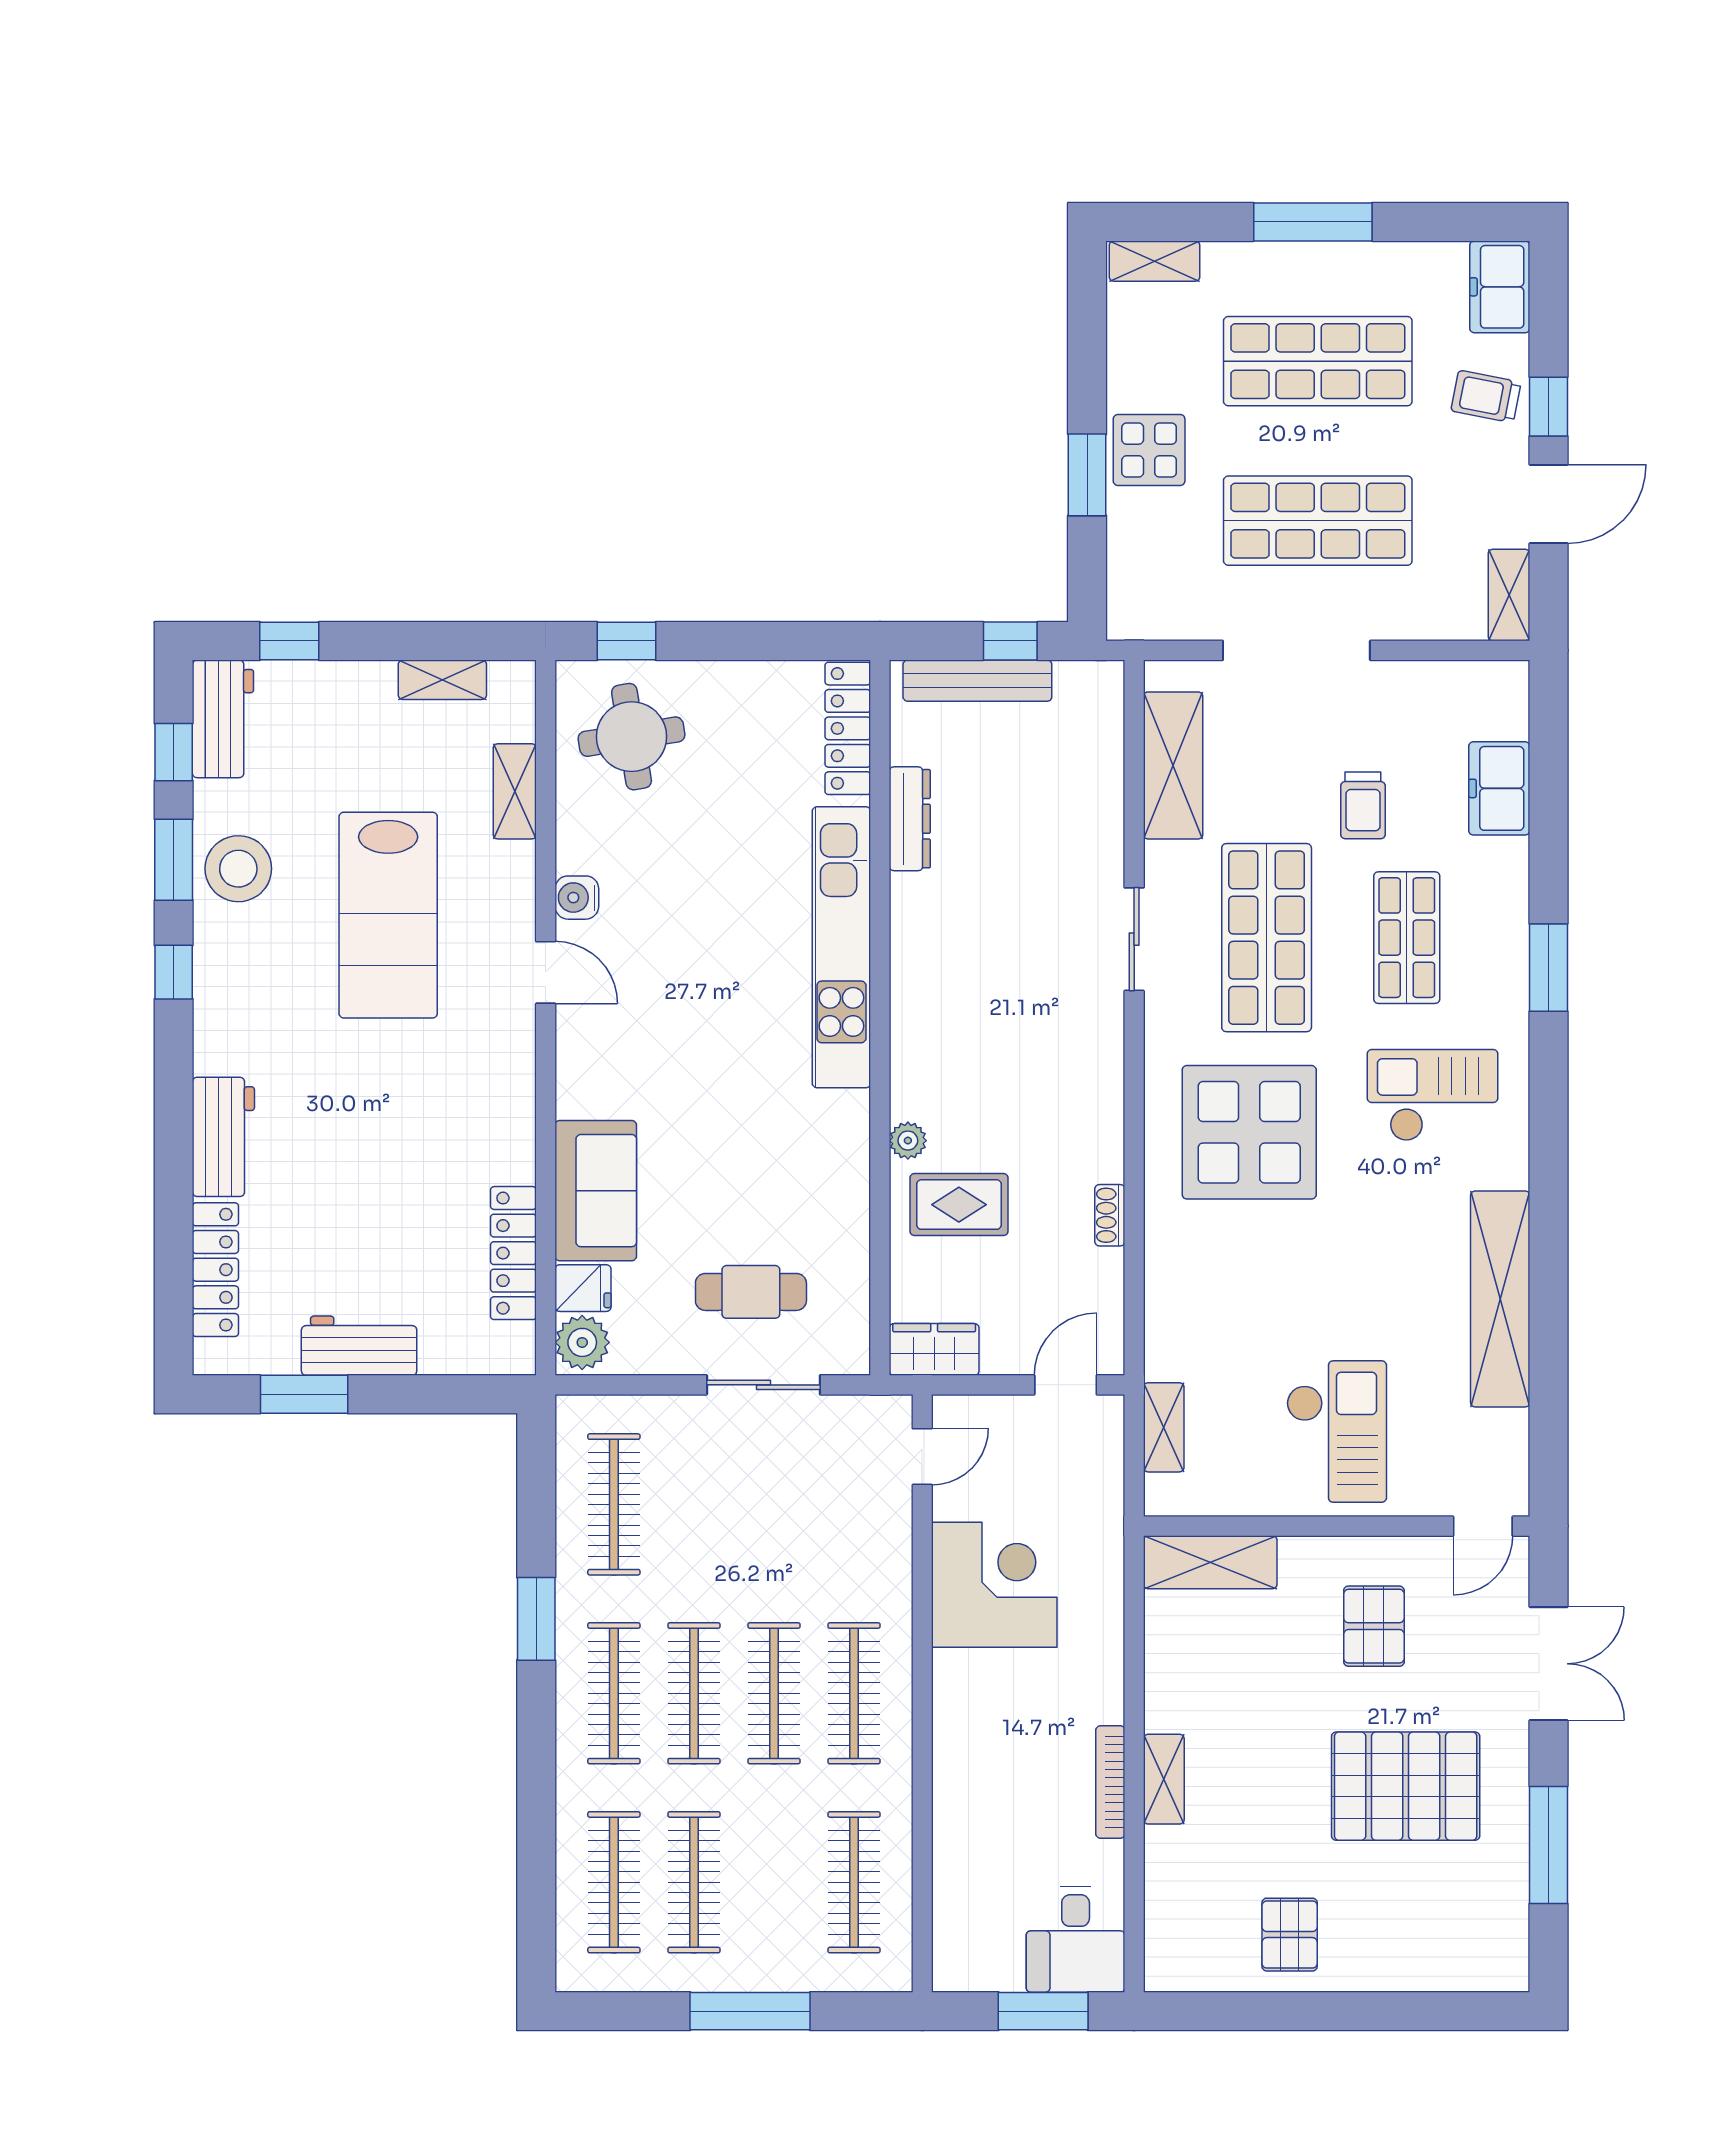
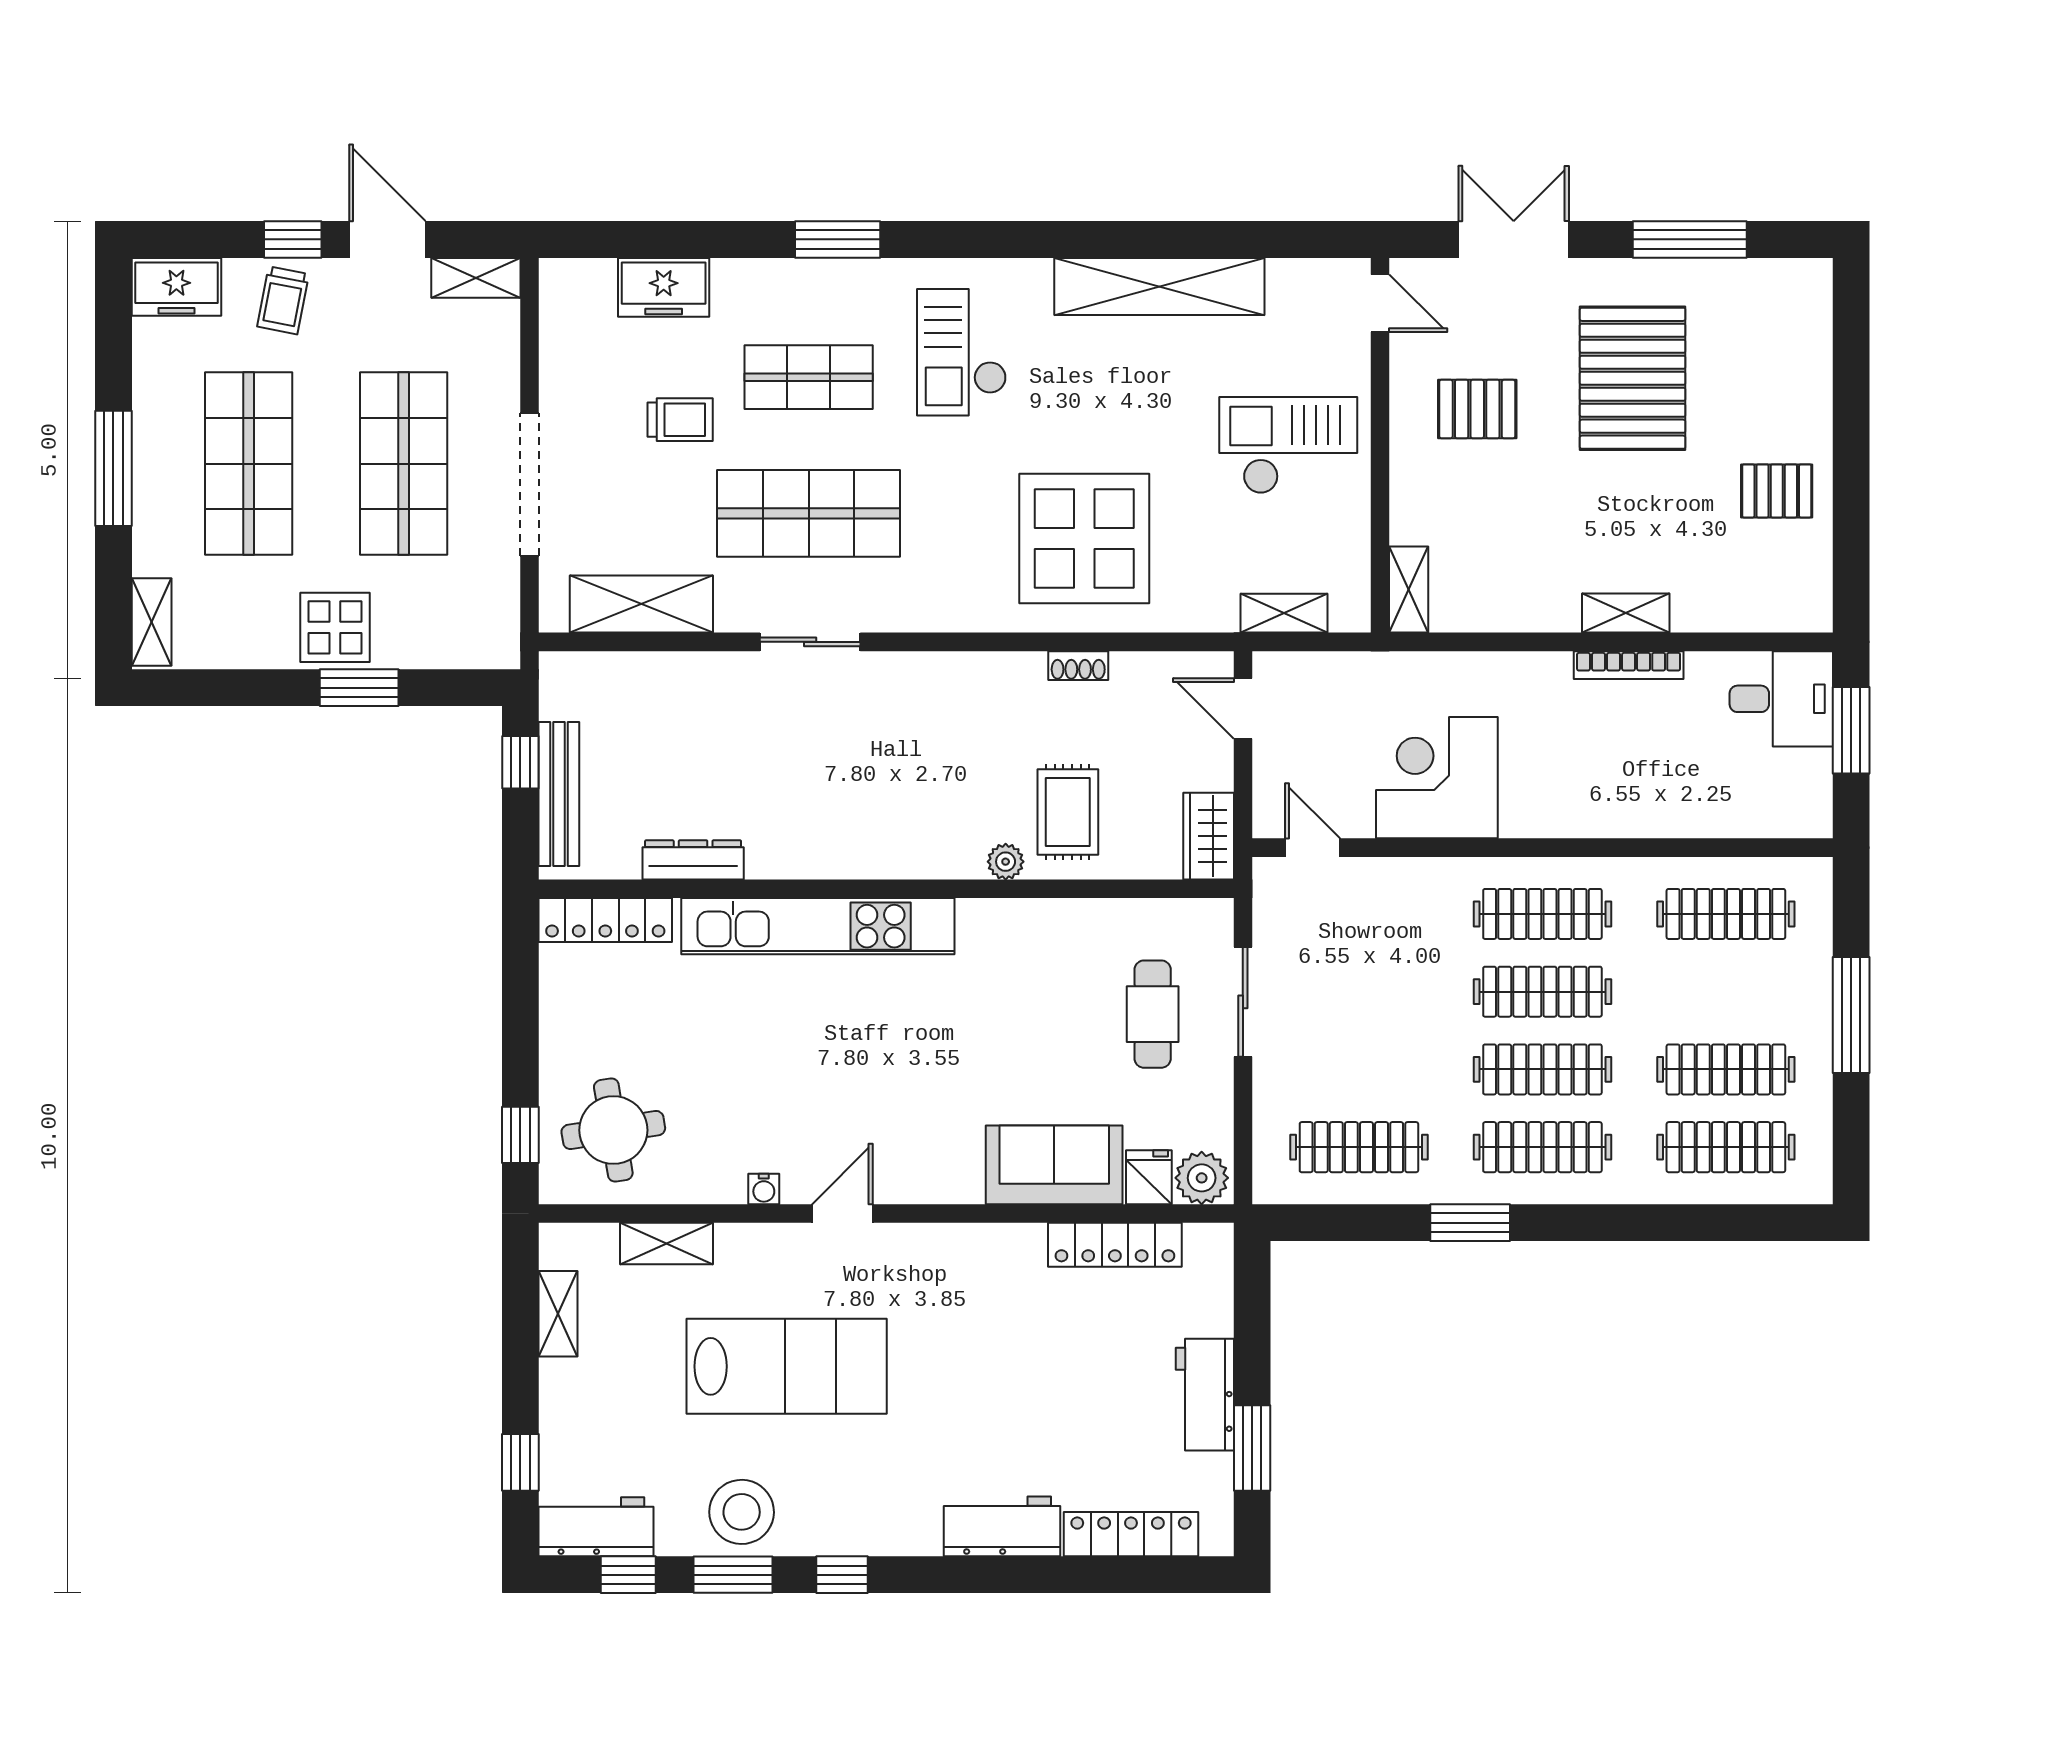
water cooler: (577, 898) -> (764, 1189), width x0.72, depth x0.72
display table: (1249, 1132) -> (1084, 538), moved
shelving: (1210, 1562) -> (1409, 590), width x0.67, depth x0.75

